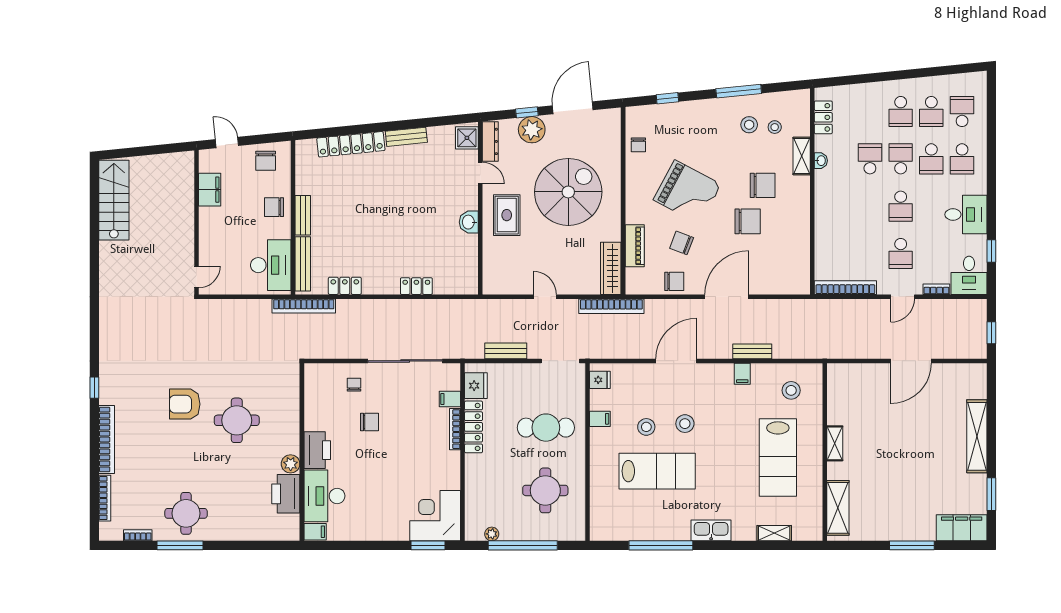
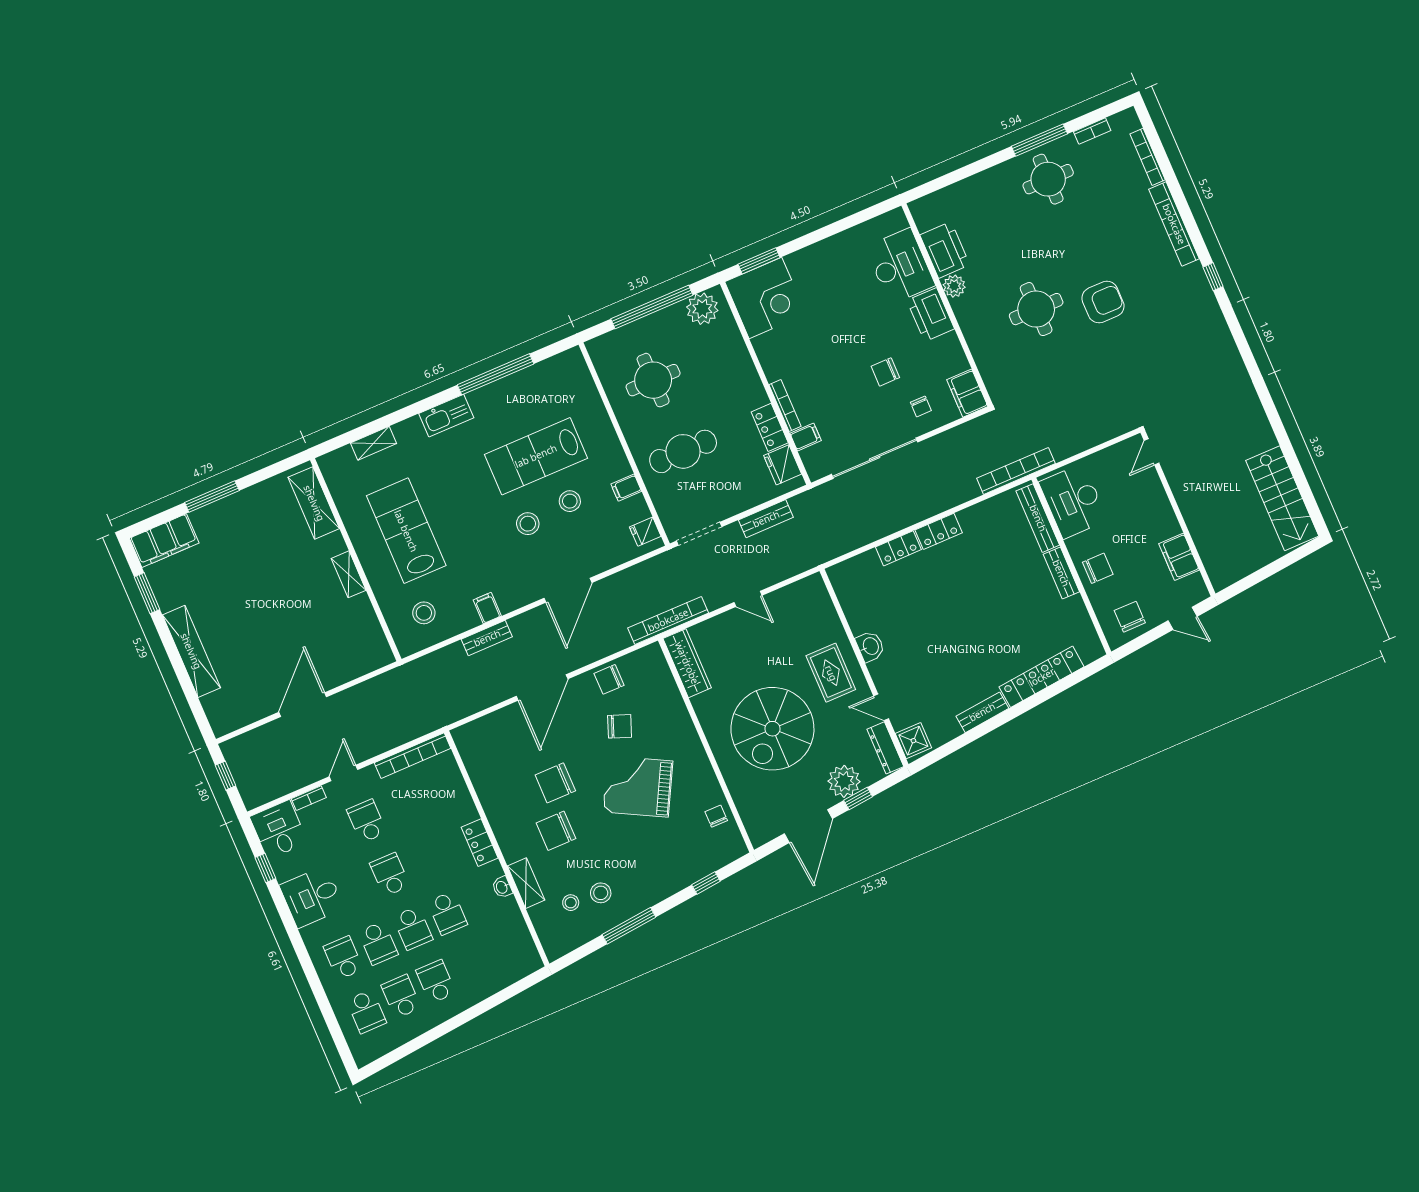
locker: (823, 117) -> (480, 843), moved
school desk: (931, 159) -> (378, 943), turned 180
piano: (635, 246) -> (671, 700), removed
locker: (345, 286) -> (939, 531), moved
locker: (474, 427) -> (770, 427), width x0.66
filing cabinet: (315, 532) -> (967, 393), moved, width x2.00
plant: (492, 534) -> (702, 309), width x1.88, depth x1.88

